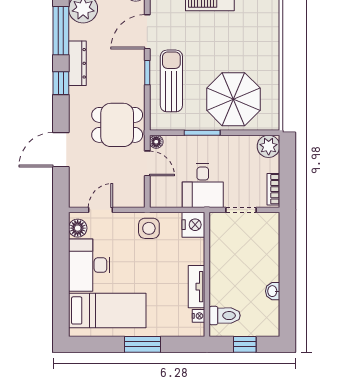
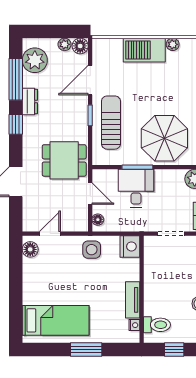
dresser: (77, 63) -> (30, 101), width x0.70
floor lamp: (156, 142) -> (98, 220), moved
desk: (203, 185) -> (136, 188), moved, turned 180
desk: (89, 265) -> (40, 281), removed

